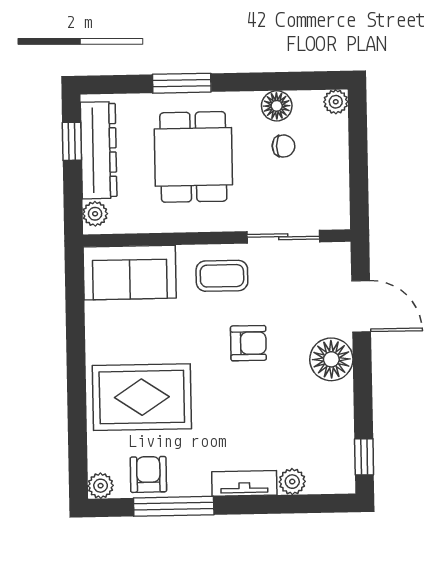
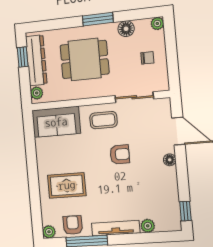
window: (182, 83) -> (98, 19), moved
chair: (283, 146) -> (147, 58), moved
dining table: (193, 157) -> (84, 59), turned 90
floor lamp: (331, 359) -> (170, 160), width x0.53, depth x0.53
rug: (142, 397) -> (67, 185), width x0.73, depth x0.70
tv unit: (244, 483) -> (116, 228), width x1.41

